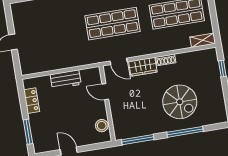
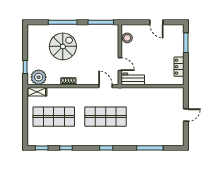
plant: (204, 59) -> (39, 77), added
wardrobe: (143, 67) -> (87, 79), removed
workbench: (66, 79) -> (133, 79), moved
spiral stairs: (180, 102) -> (63, 46), turned 90

